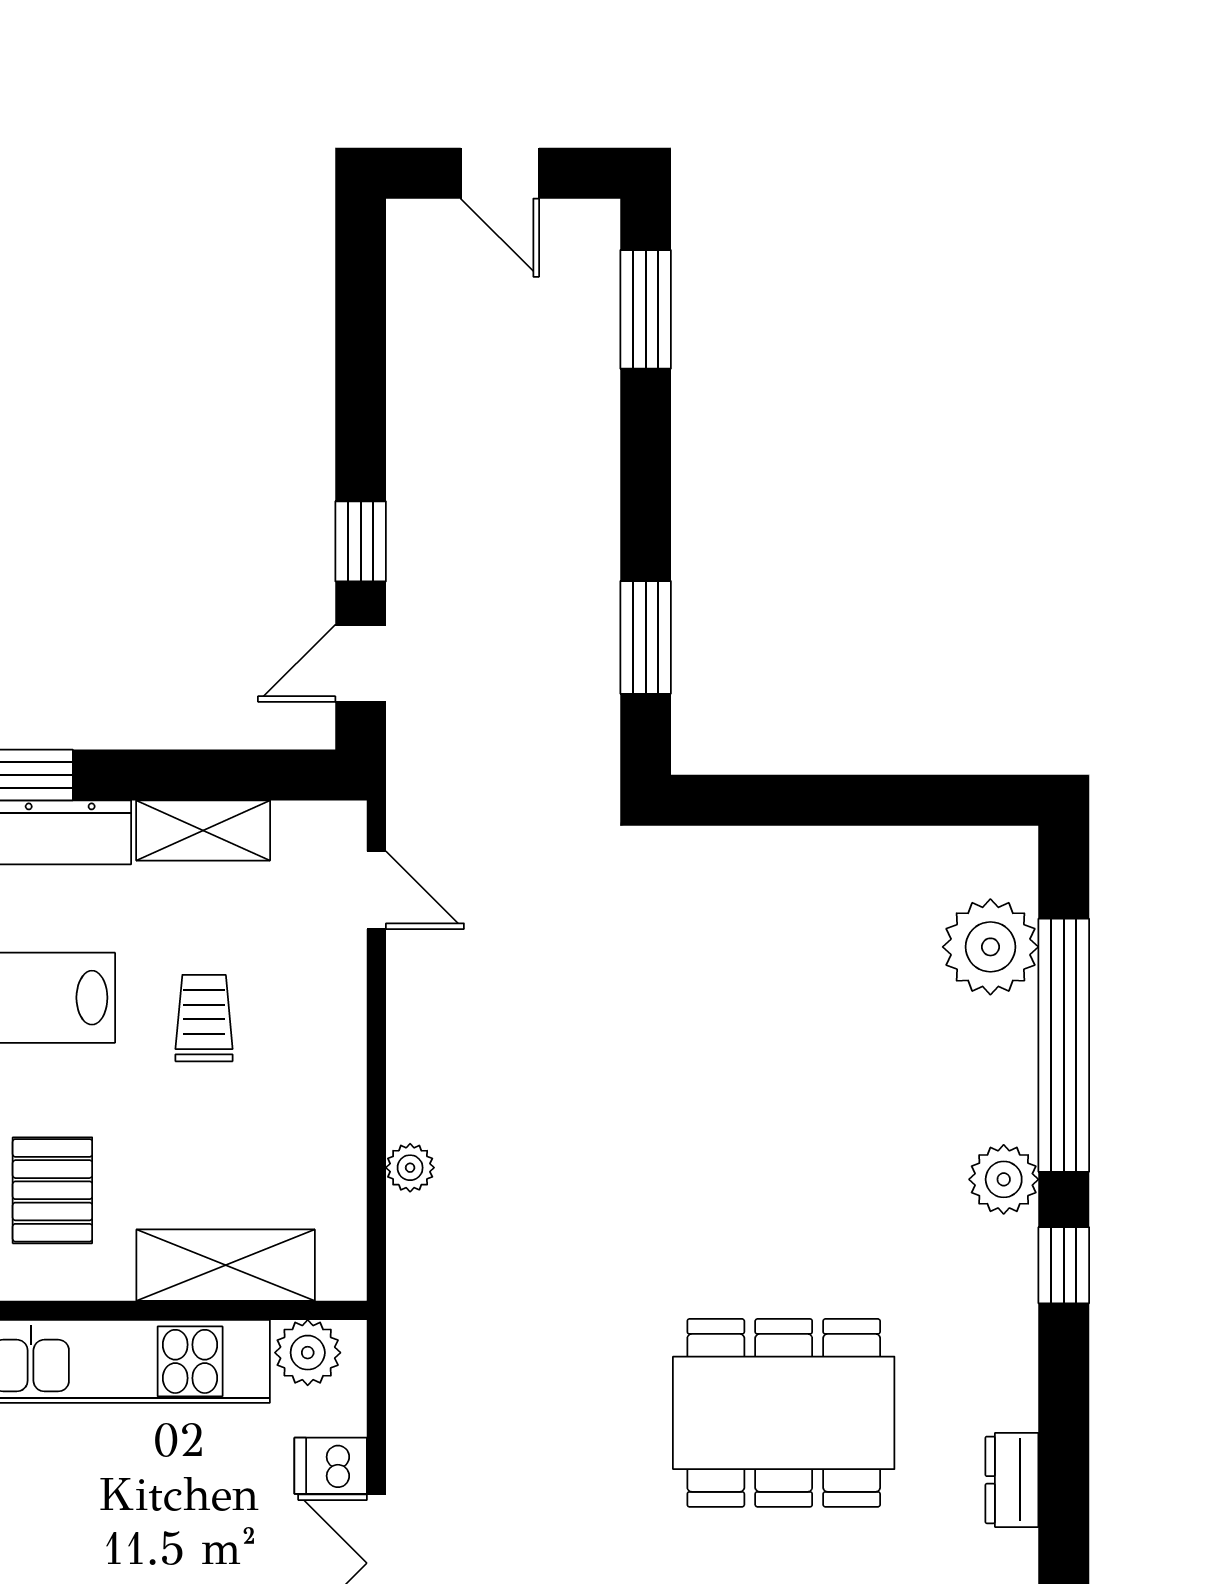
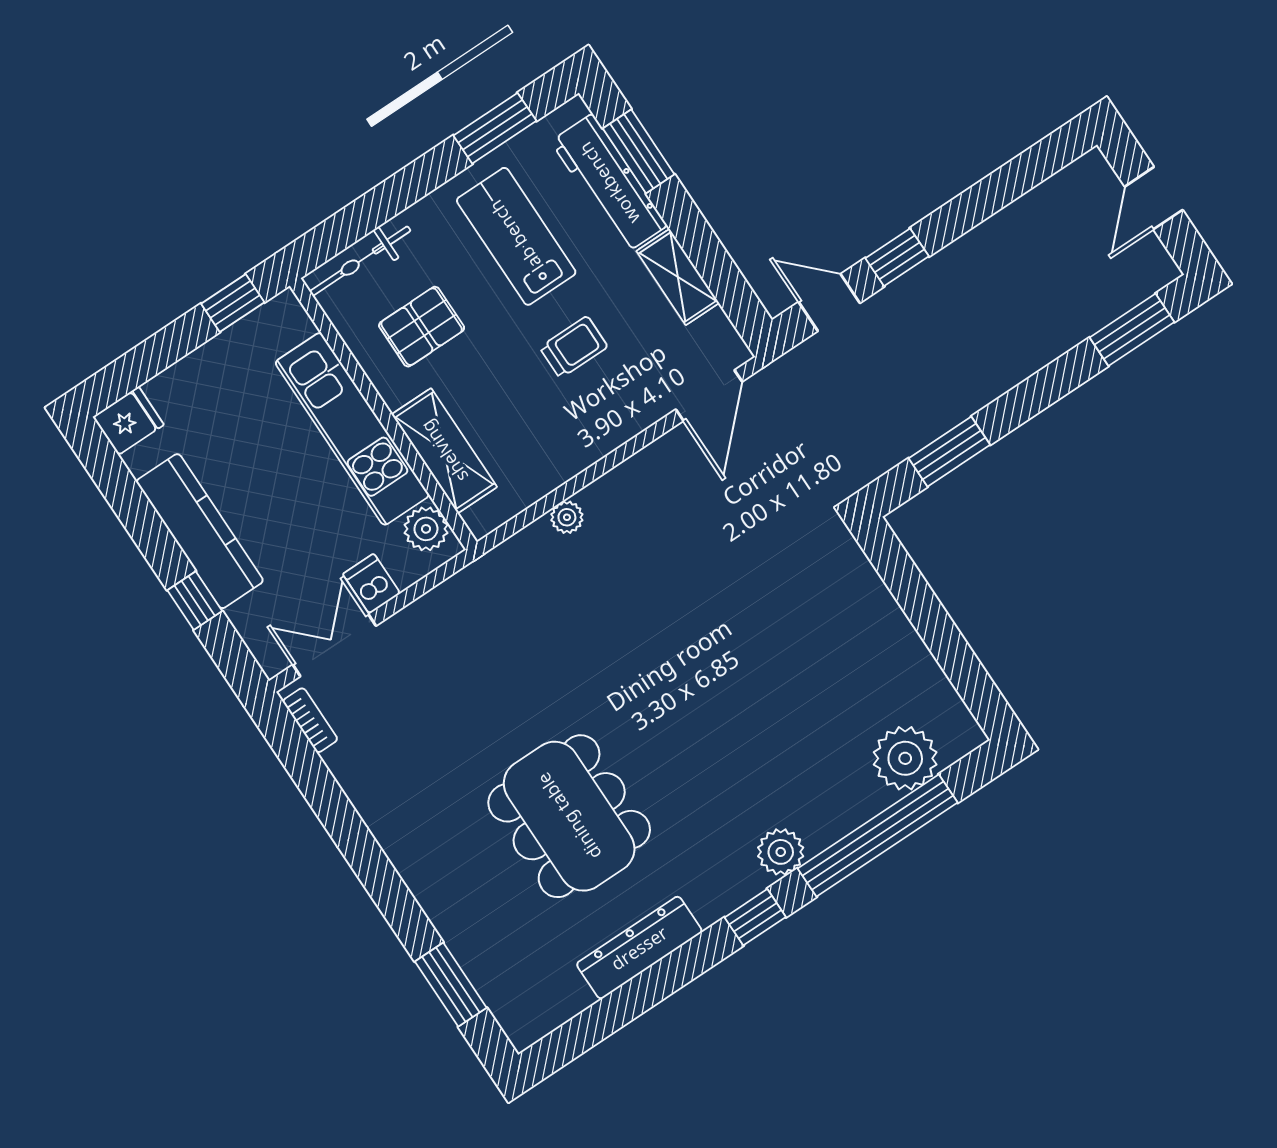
door: (376, 890) -> (709, 395), width x1.38
dresser: (1012, 1480) -> (639, 948), width x1.96, depth x1.24

